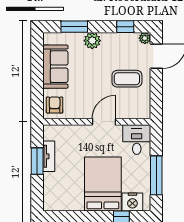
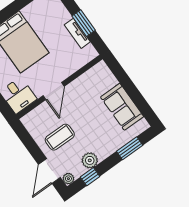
plant: (92, 41) -> (90, 160), moved
armchair: (55, 105) -> (101, 76), removed

